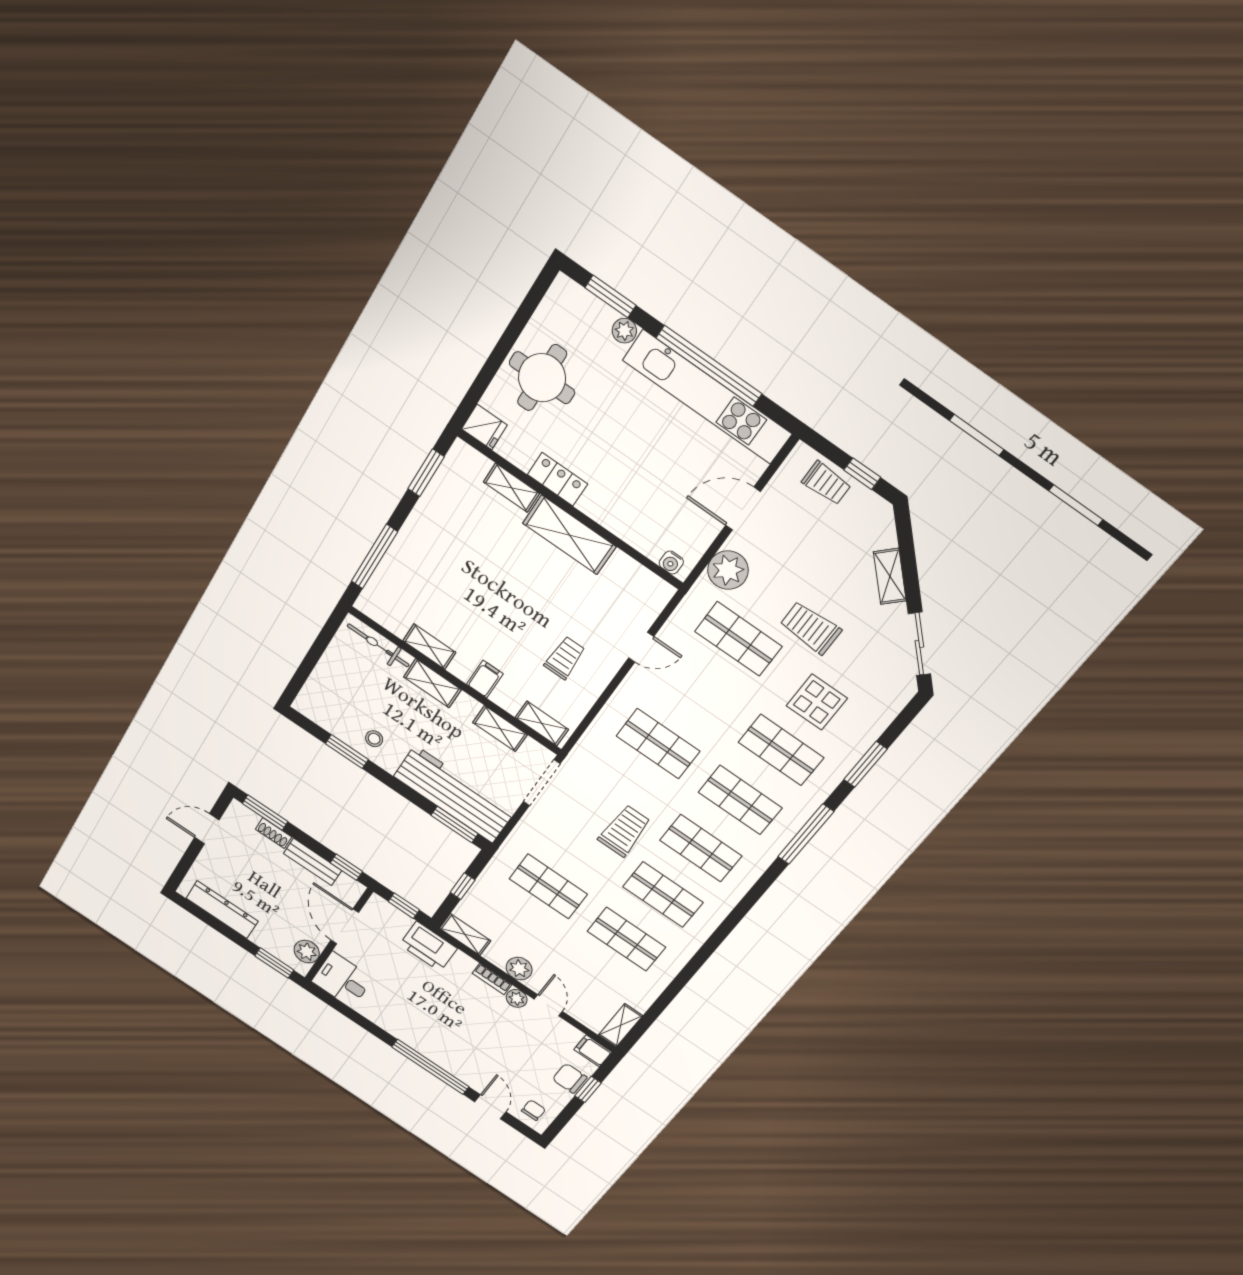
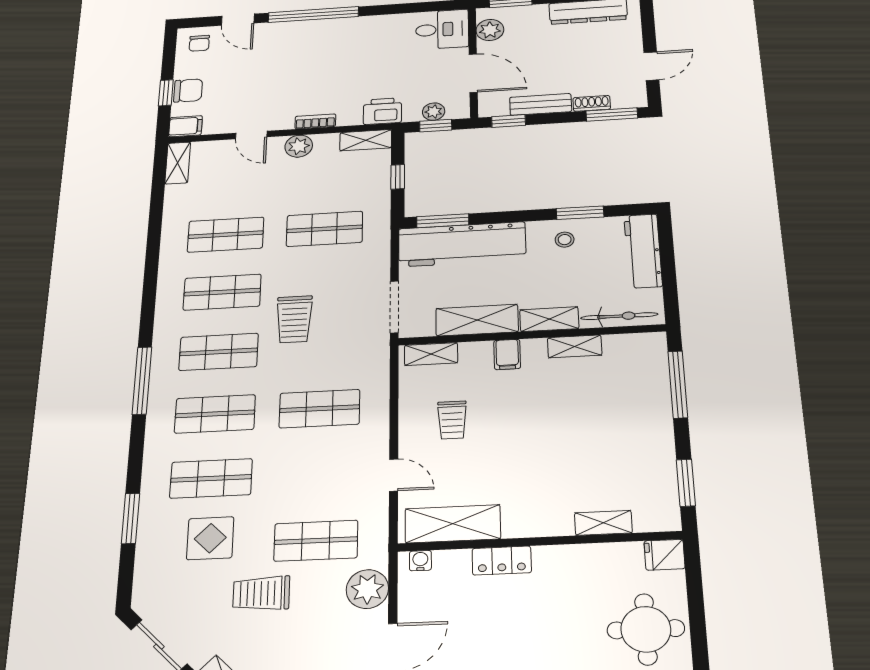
locker: (557, 479) -> (502, 561), moved
shelving: (569, 535) -> (453, 524), moved
trolley: (811, 628) -> (261, 593), turned 180
door: (641, 647) -> (394, 475), swing flipped
workbench: (322, 684) -> (643, 251), added
shelving: (500, 729) -> (477, 320), width x1.50, depth x1.33
window: (806, 834) -> (142, 381), moved
printer: (428, 947) -> (382, 111), width x0.73, depth x0.84
plant: (517, 998) -> (434, 112), moved

